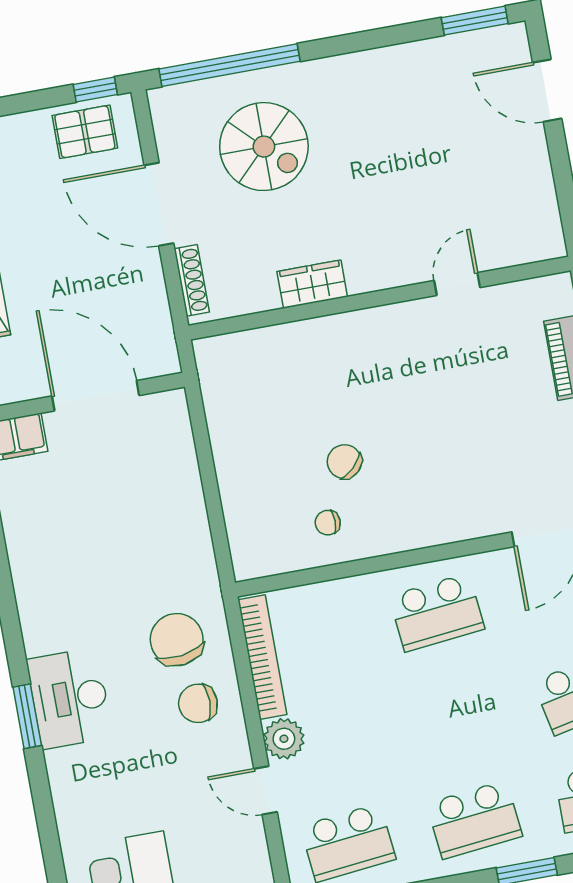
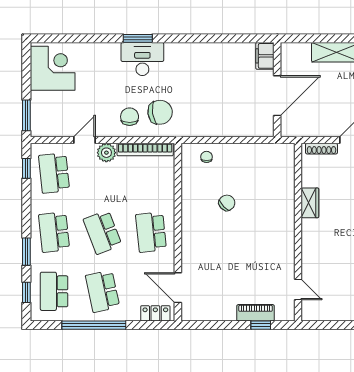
door: (457, 284) -> (298, 290), moved
chair: (328, 523) -> (207, 157), moved
school desk: (456, 716) -> (103, 232), added

